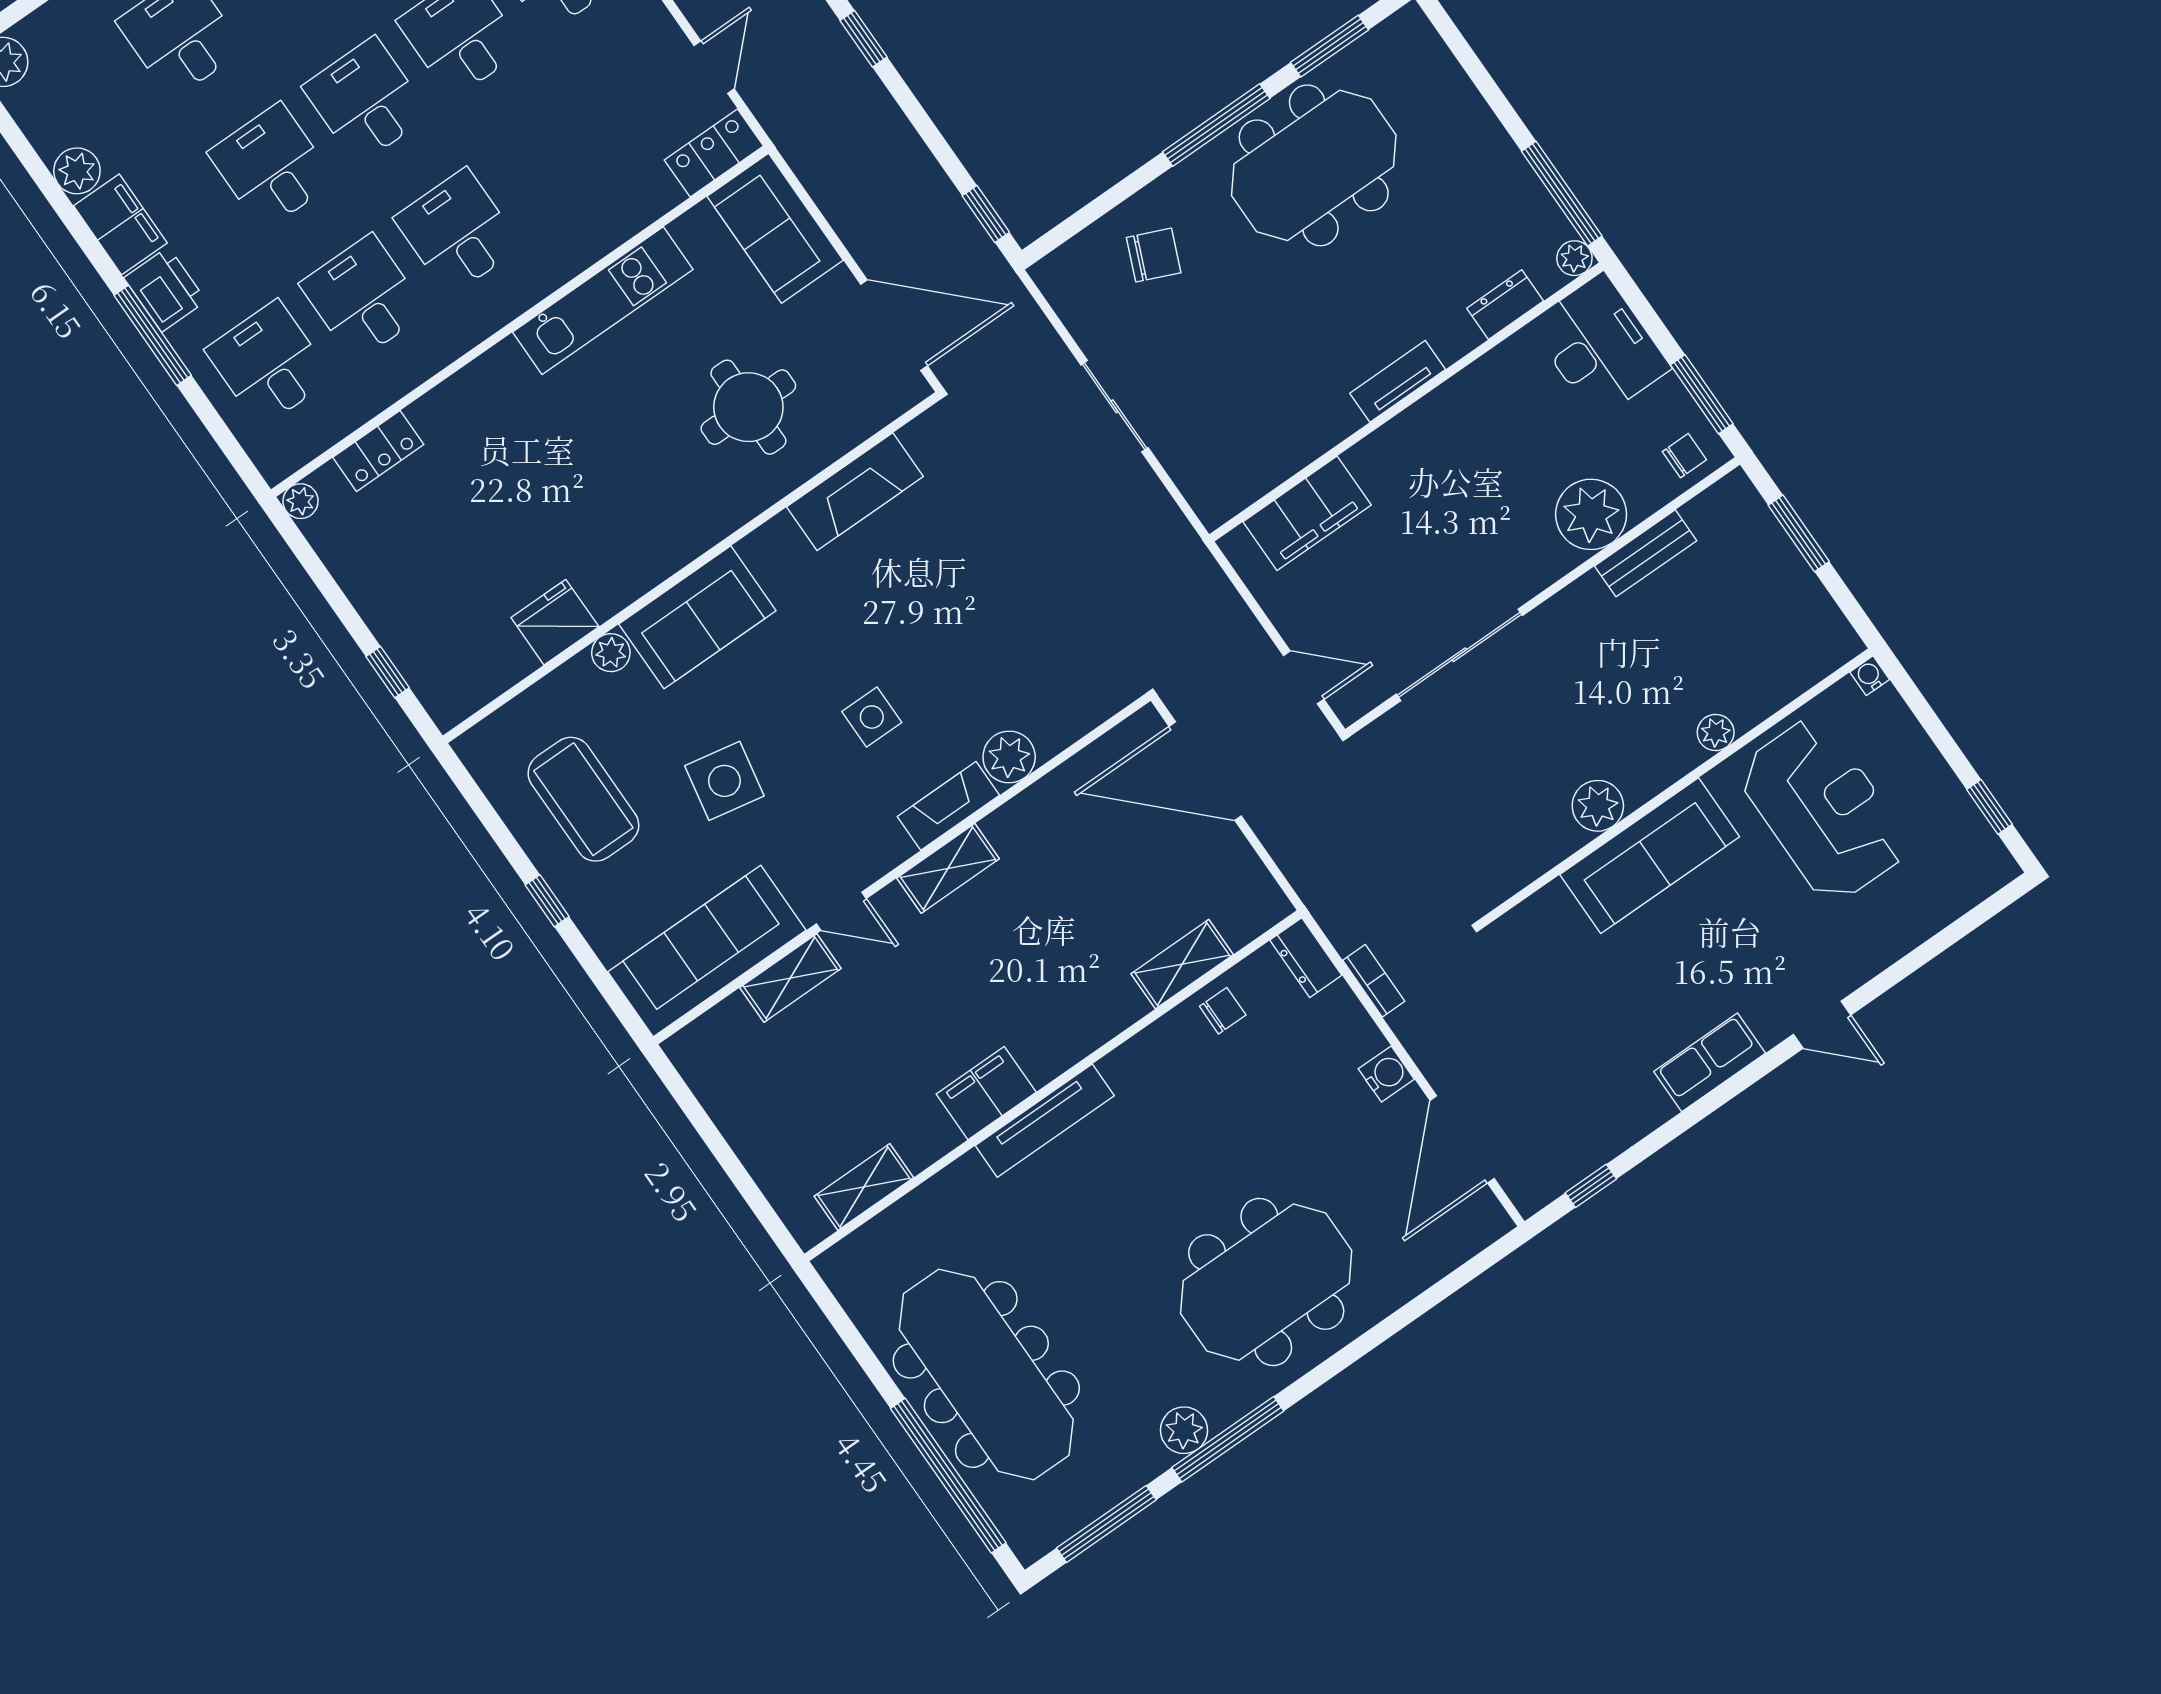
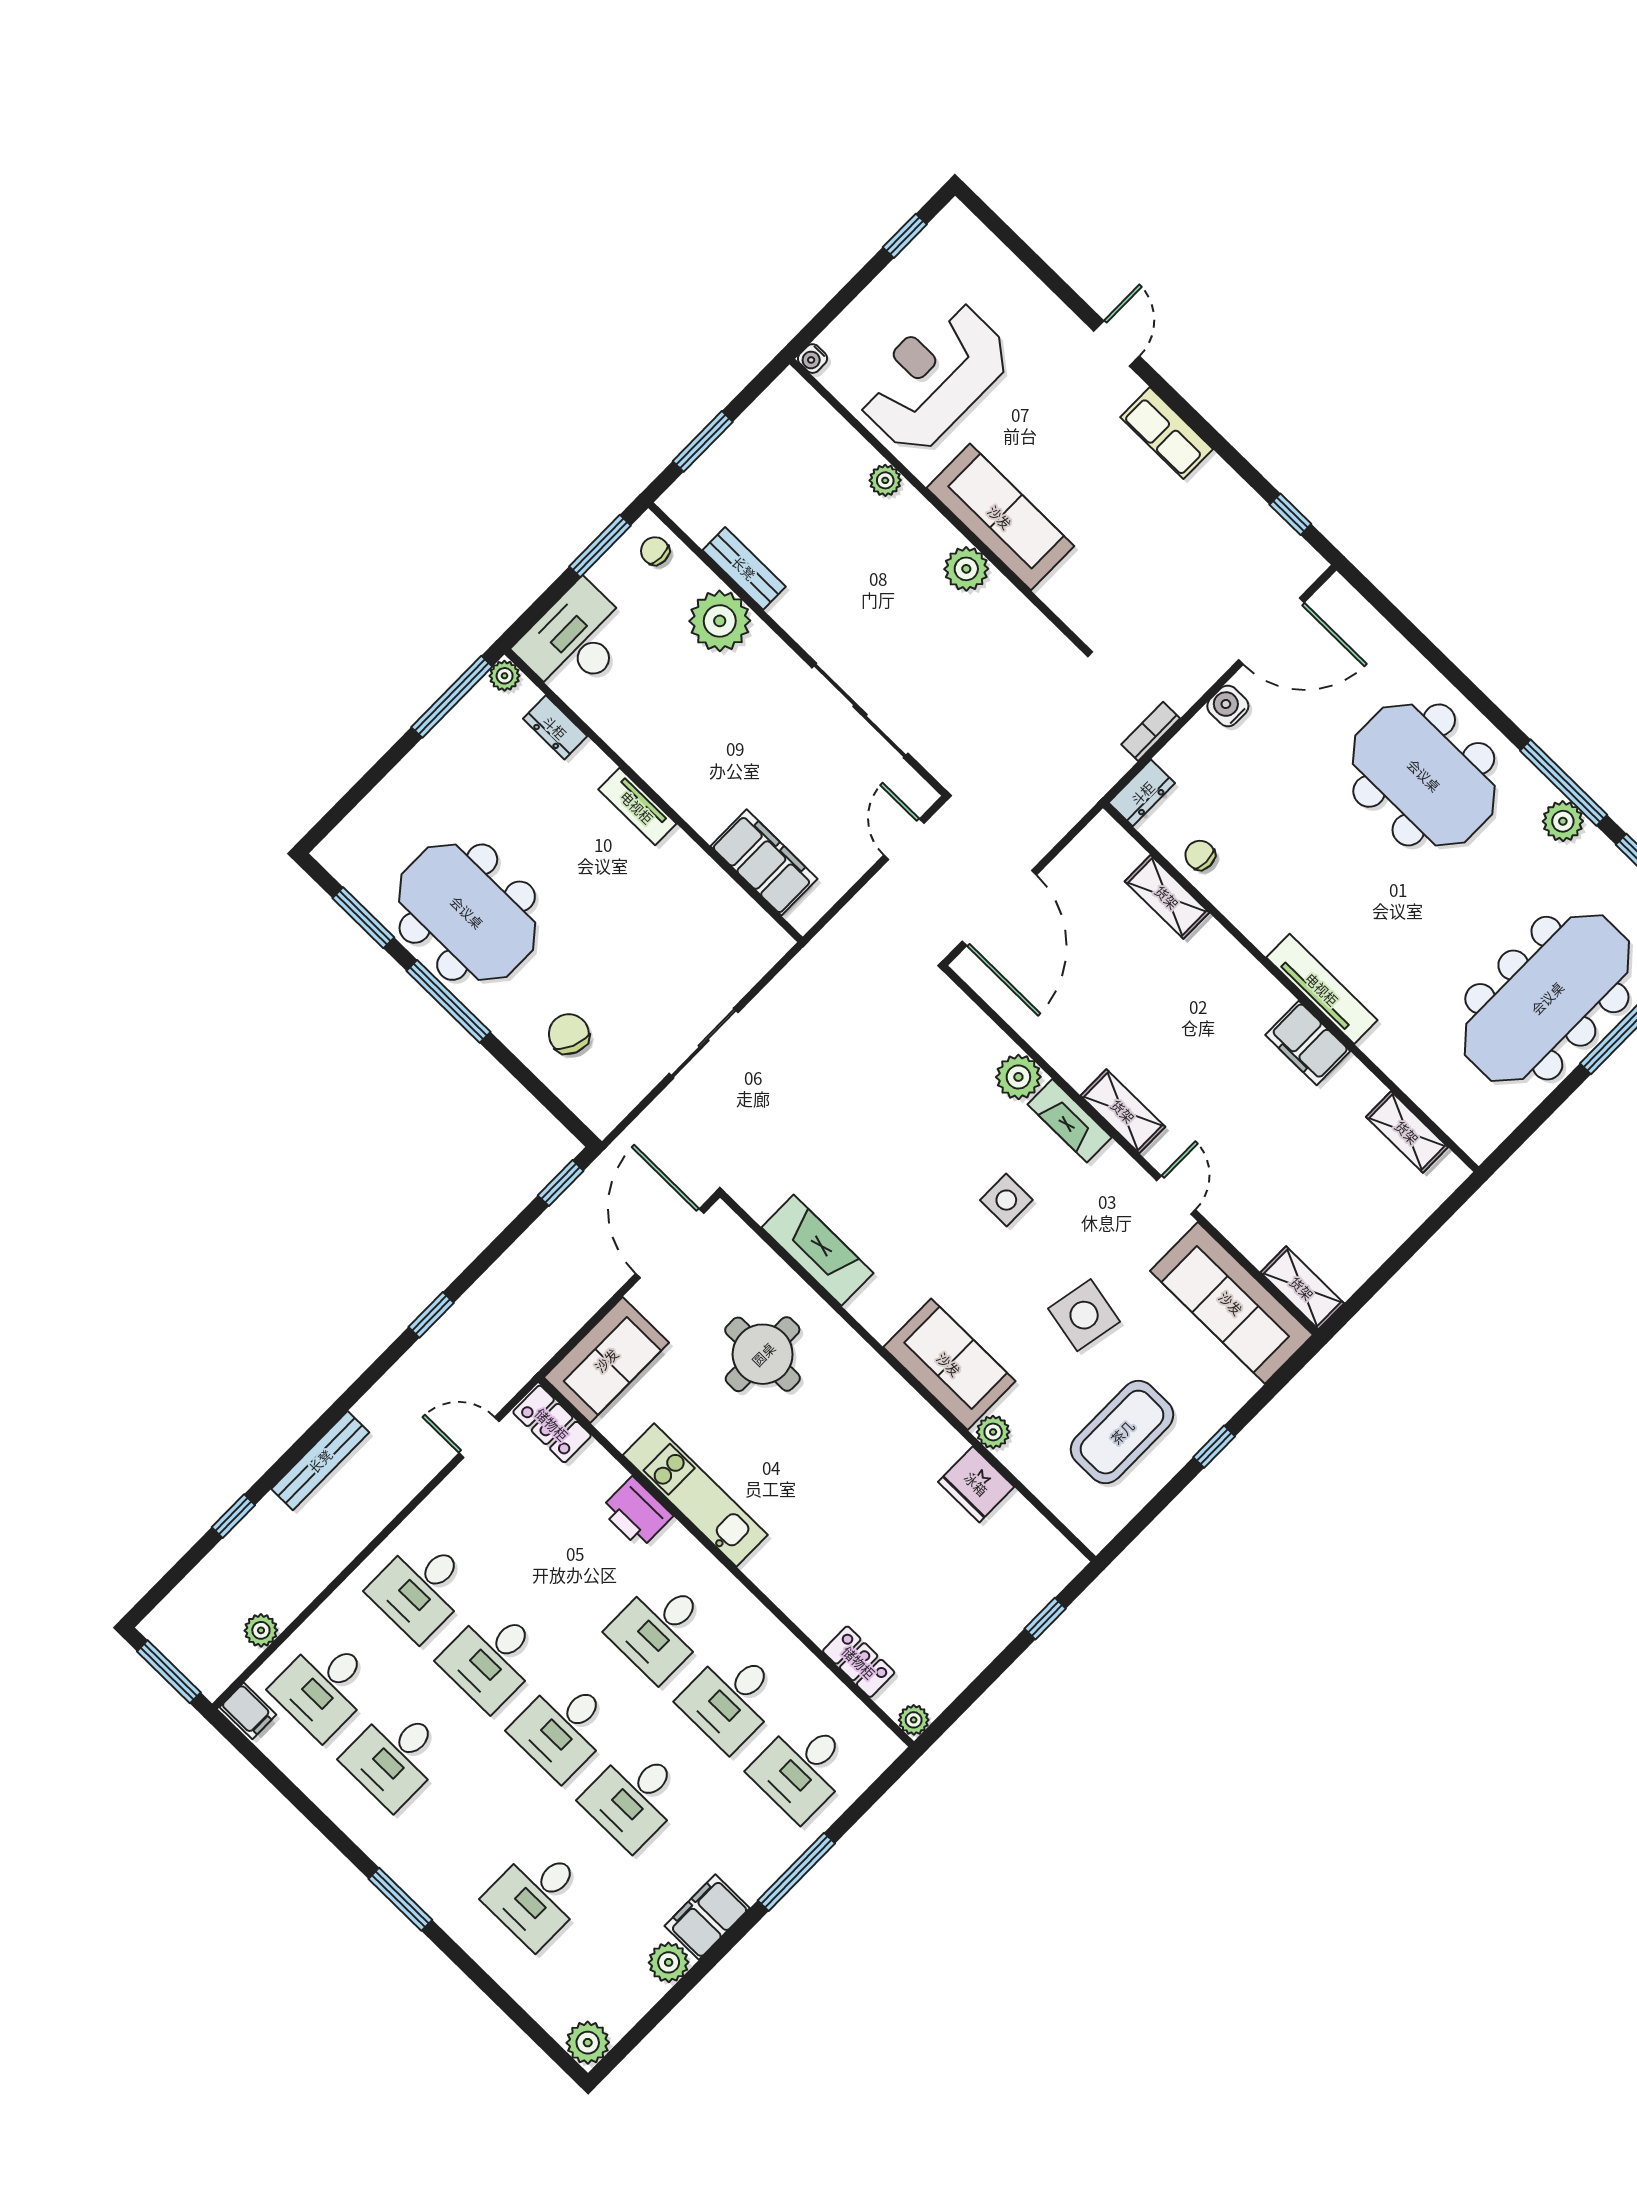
printer: (165, 289) -> (636, 1513), moved, turned -90
shelving: (790, 978) -> (1302, 1288), moved

